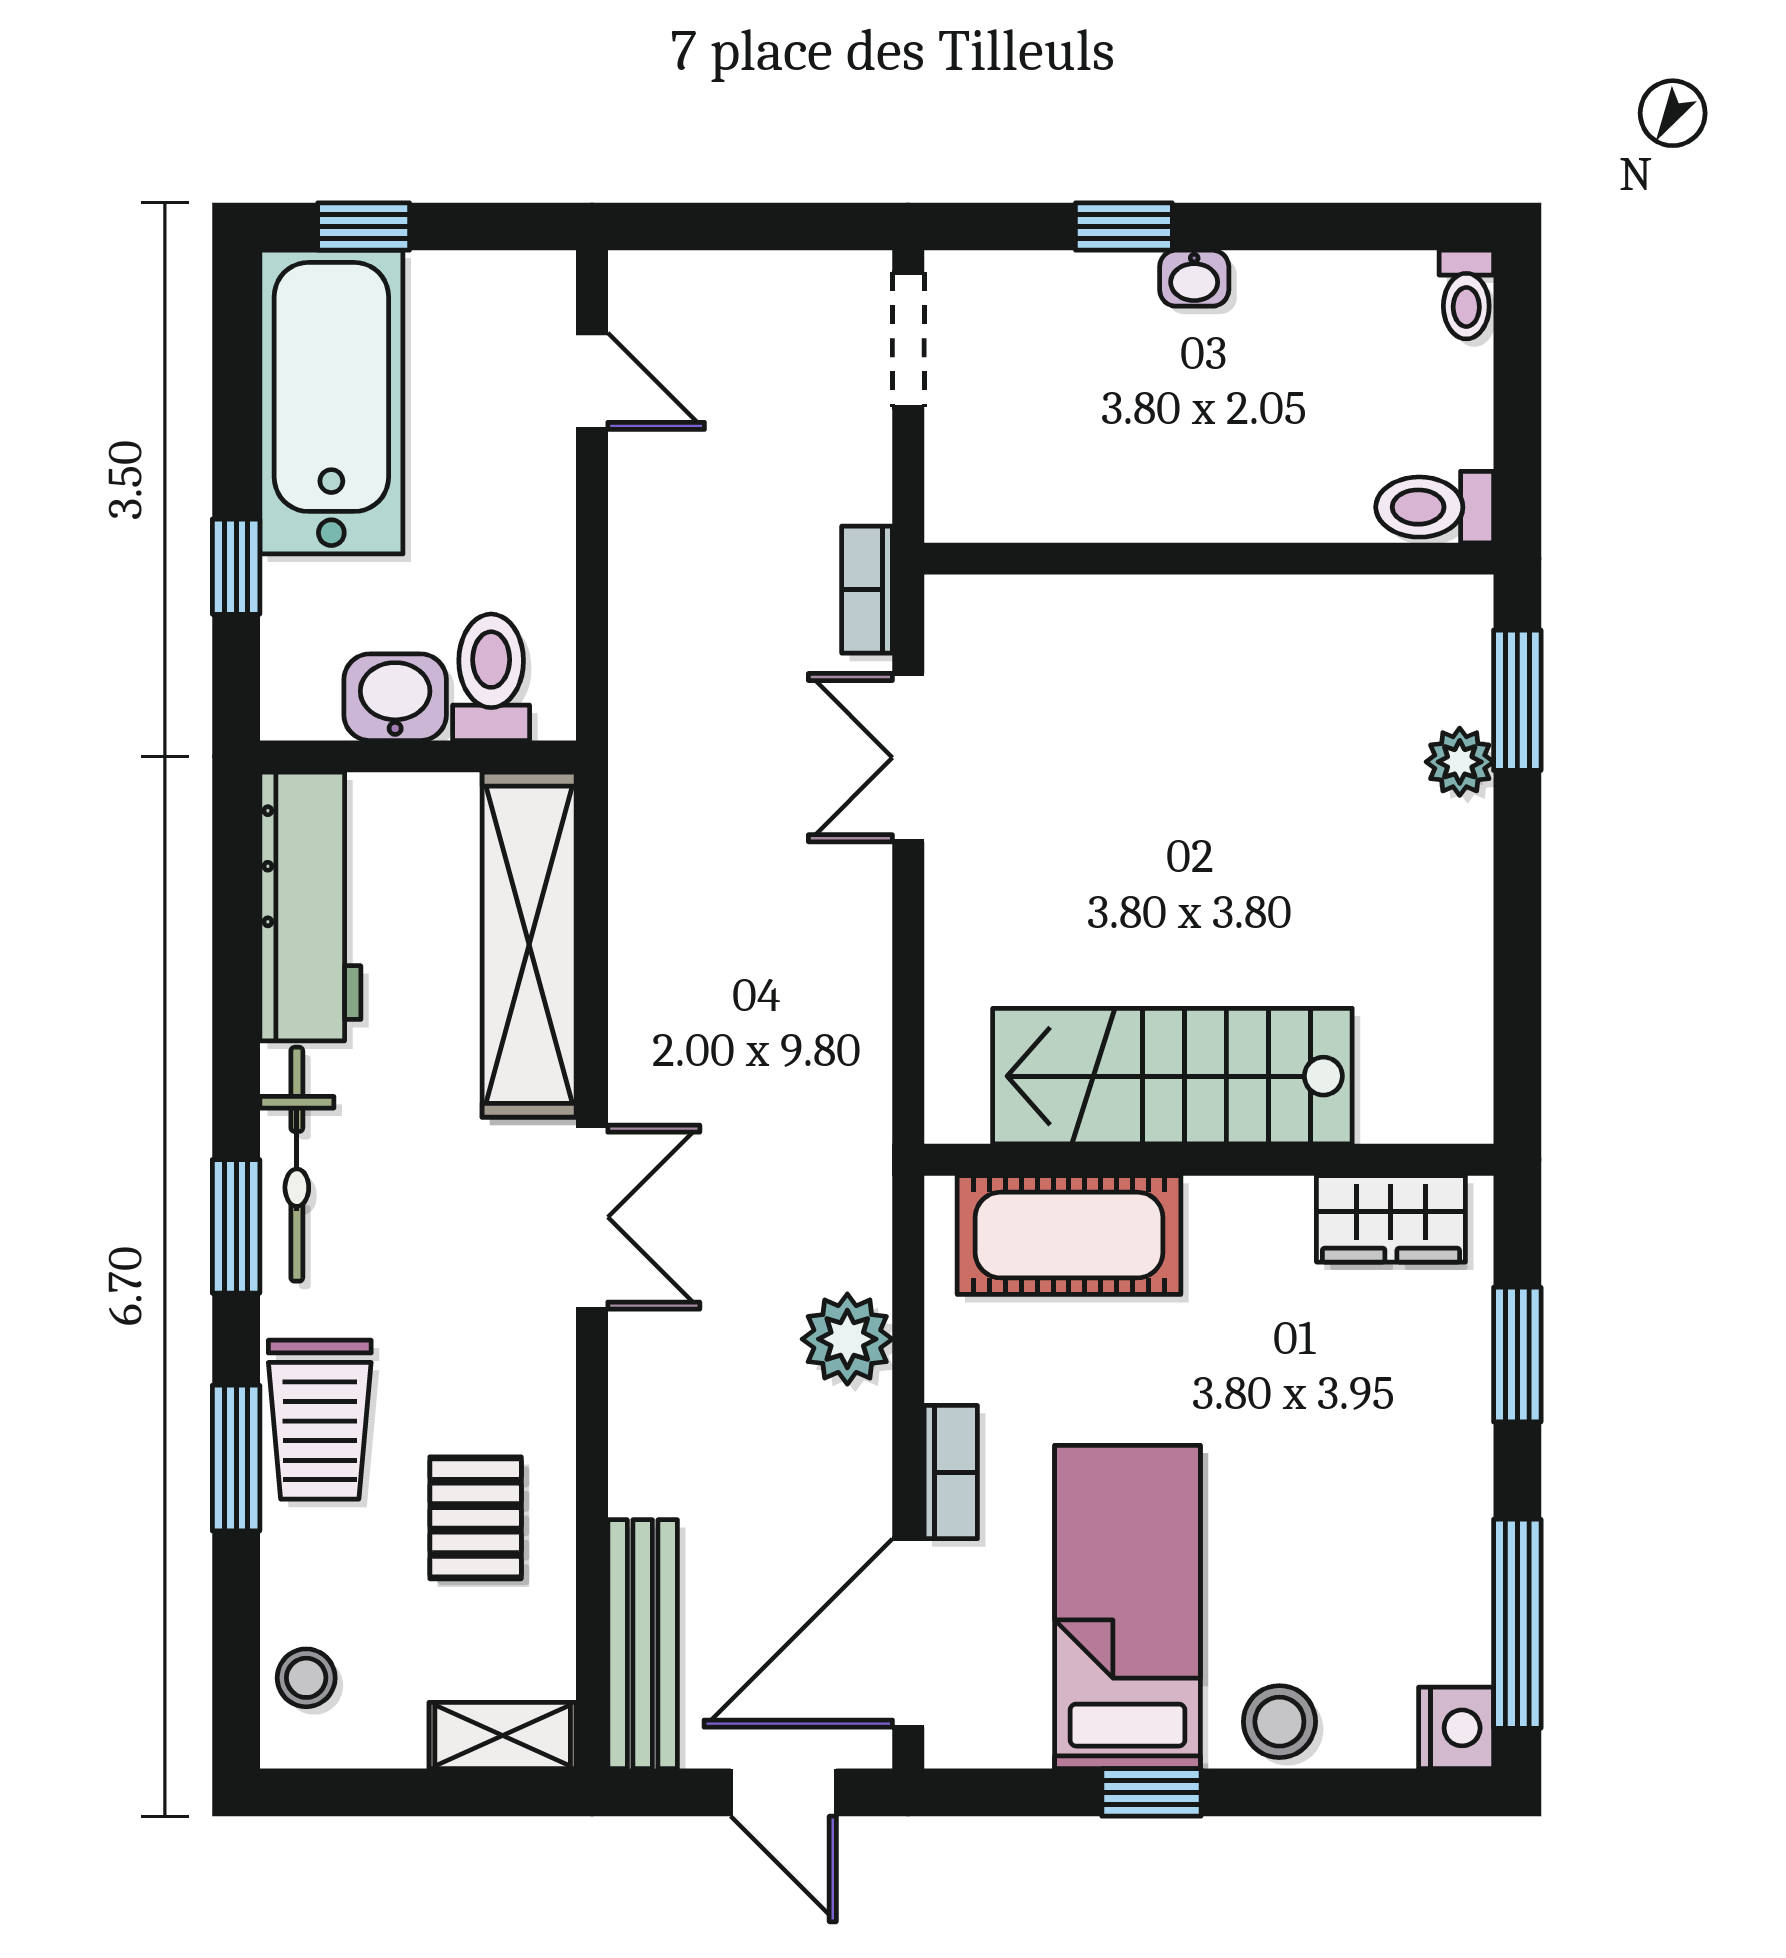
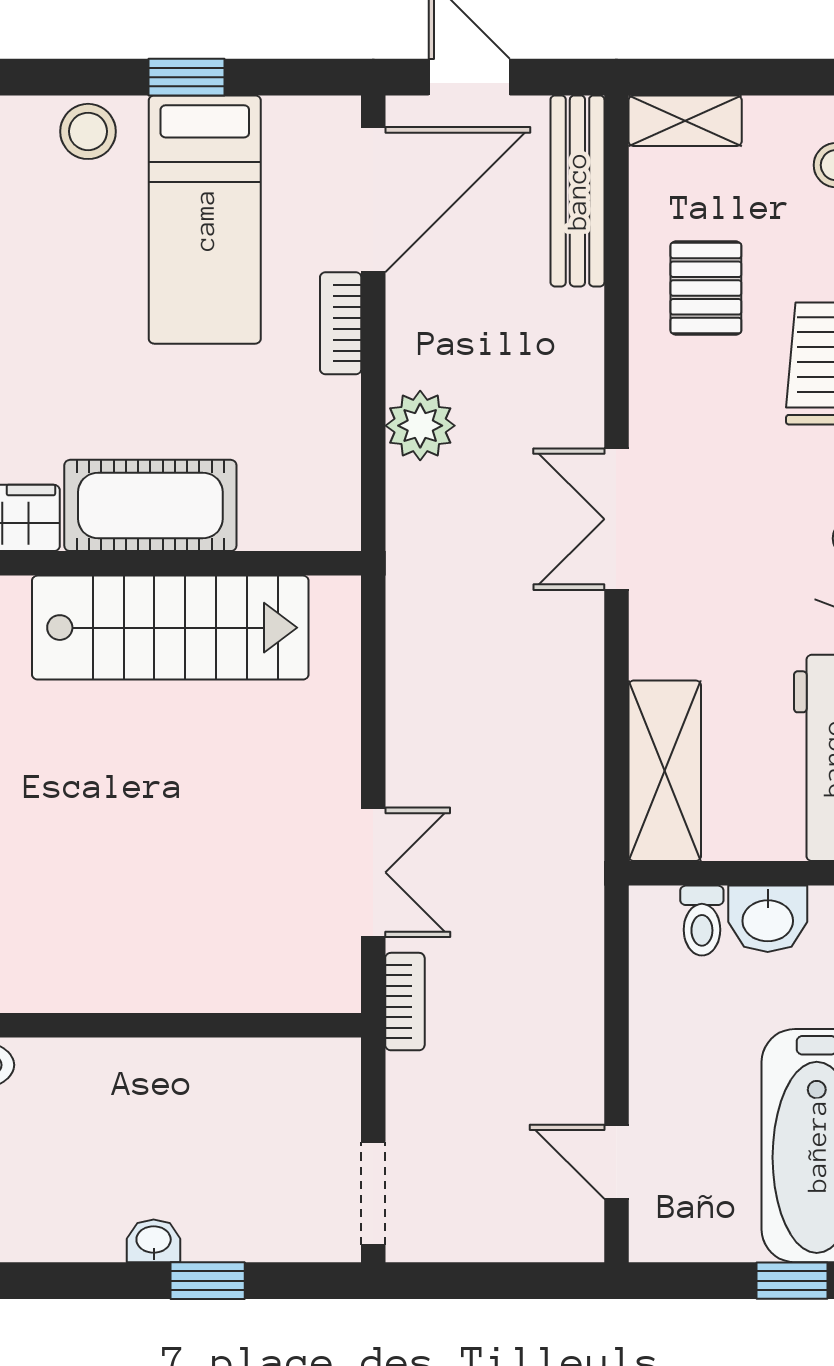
toilet: (491, 677) -> (702, 921), width x0.73, depth x0.72
shelving: (529, 945) -> (665, 771), width x0.68
cot: (1069, 1235) -> (150, 505), moved

